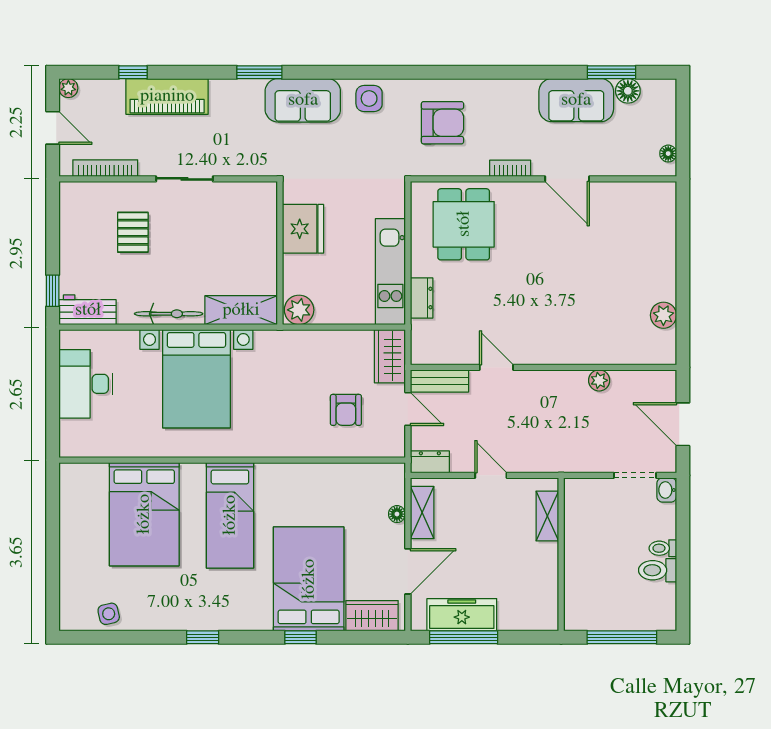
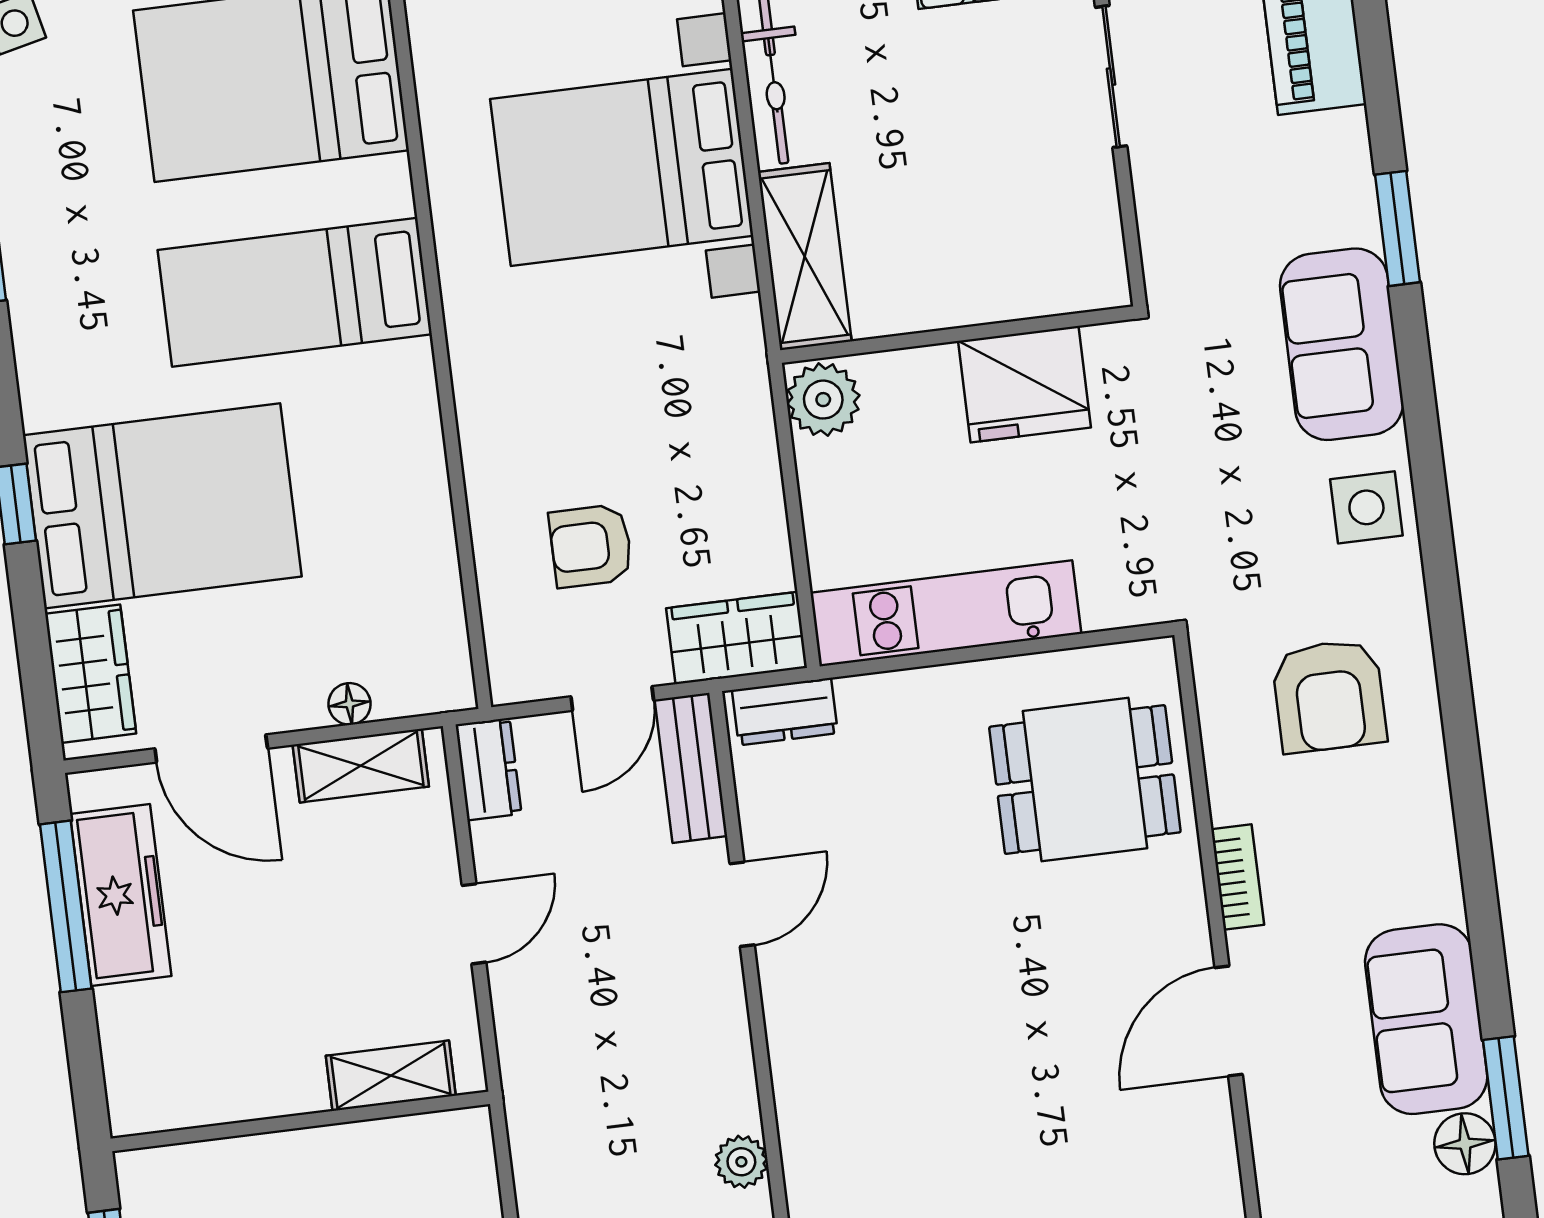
dresser: (422, 298) -> (785, 712), moved

